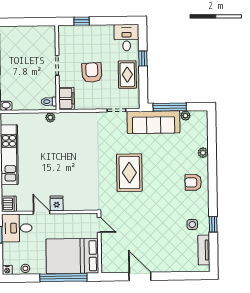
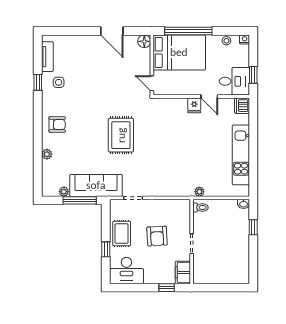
desk: (126, 38) -> (126, 271), width x1.37
filing cabinet: (66, 98) -> (183, 272), moved
floor lamp: (107, 267) -> (144, 41), added

